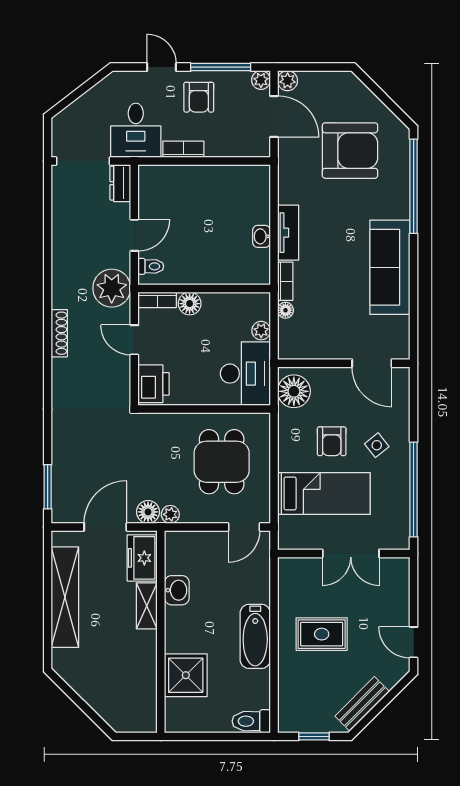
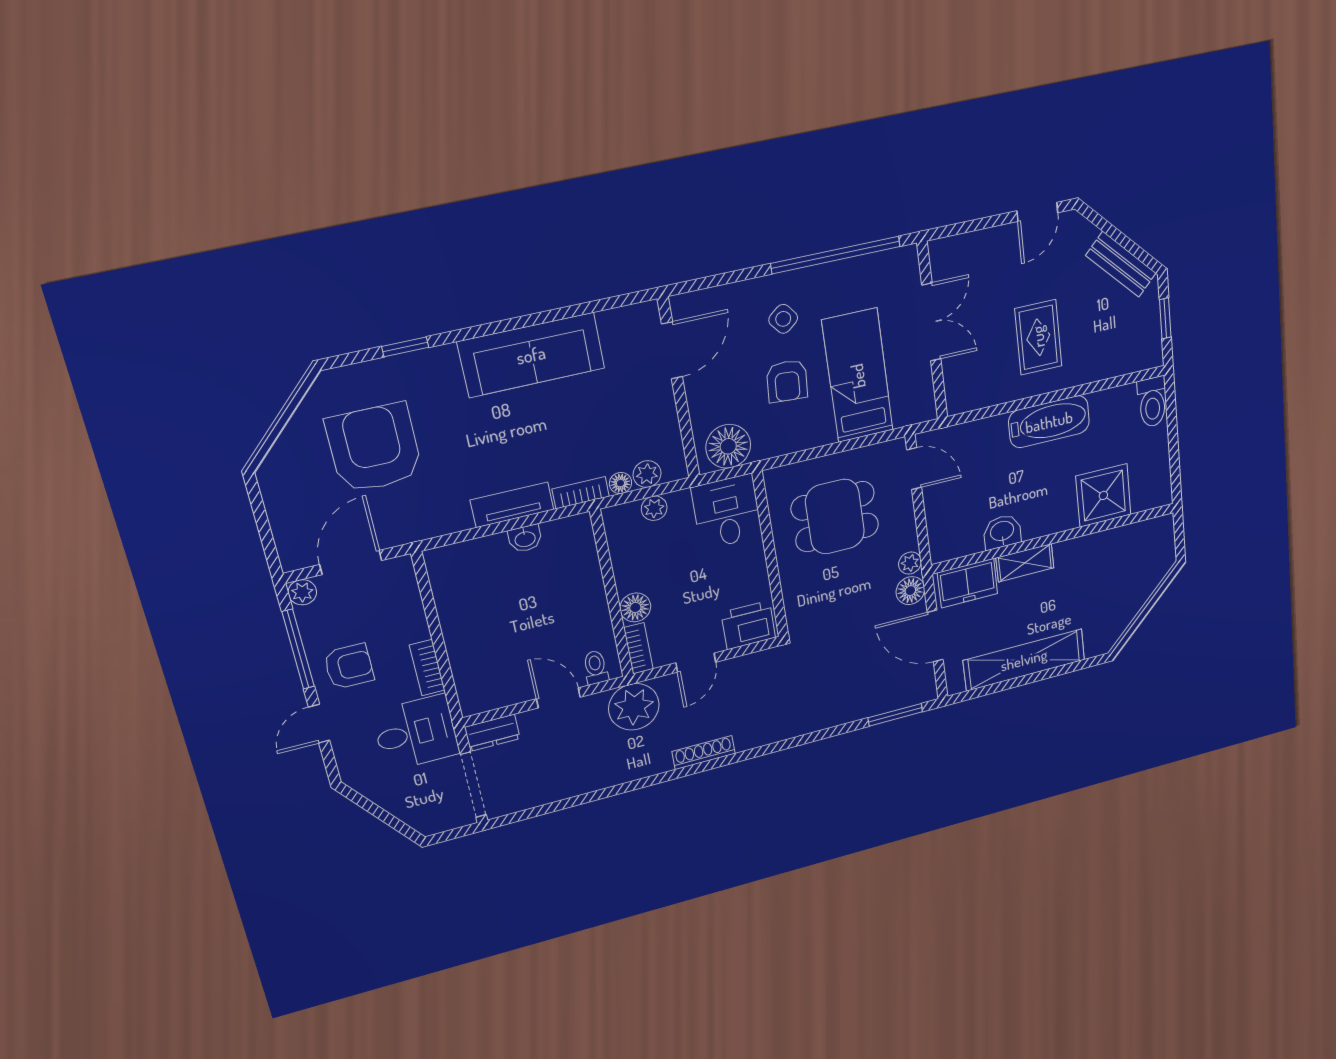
plant: (288, 81) -> (647, 474), moved
window: (414, 186) -> (405, 347), width x0.32
desk: (245, 374) -> (727, 512), width x0.73
armchair: (332, 441) -> (787, 381), turned 94

